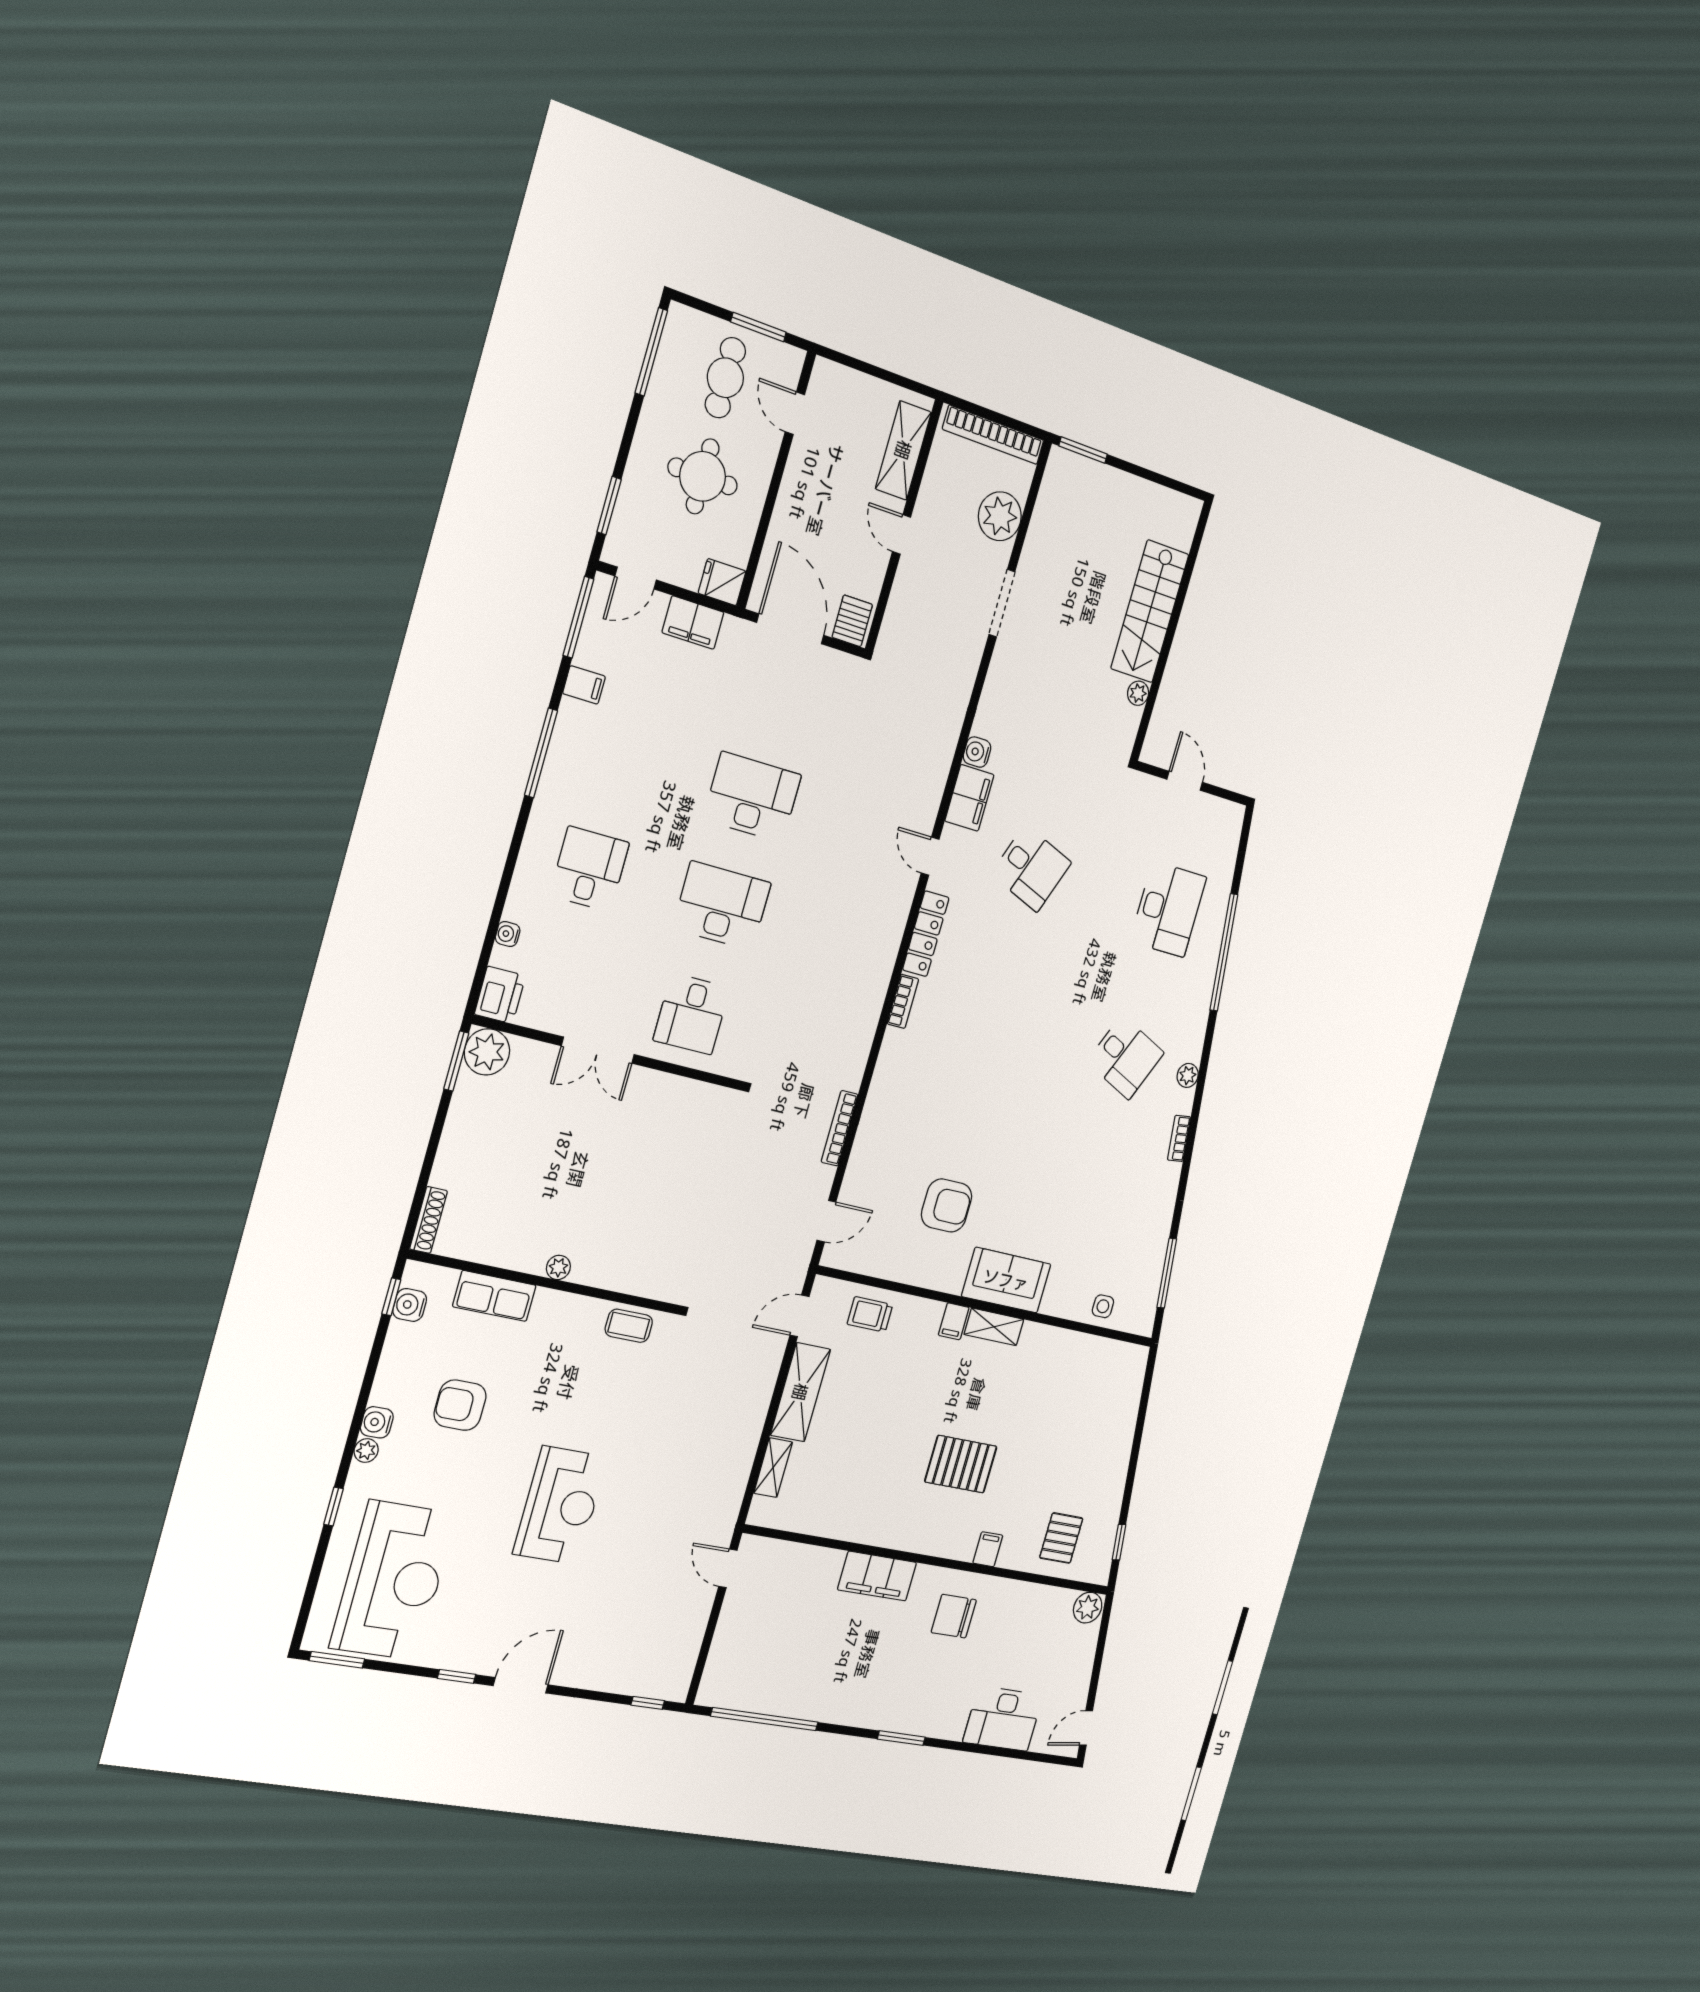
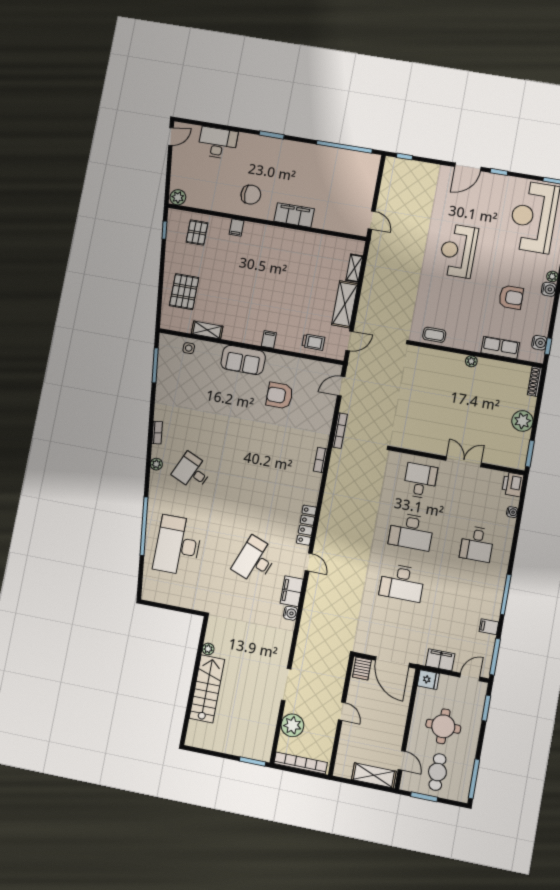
shelving: (903, 450) -> (374, 775), moved, turned 90
door: (1185, 781) -> (177, 609), removed
desk: (1031, 868) -> (255, 560), width x1.37
desk: (1168, 909) -> (178, 545), width x1.36, depth x1.30
bookcase: (903, 1001) -> (320, 460), moved
plant: (487, 1052) -> (522, 421), moved
shelving: (994, 1327) -> (207, 330), moved
pallet: (961, 1464) -> (184, 292), moved, turned 90

